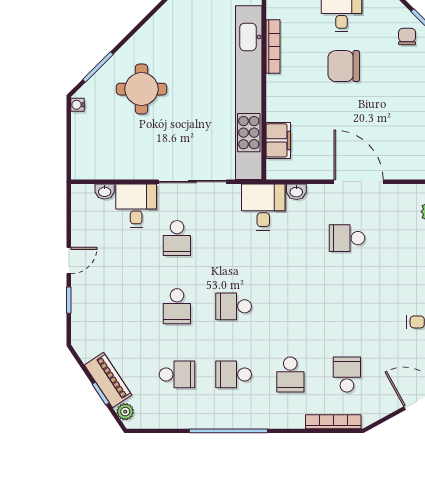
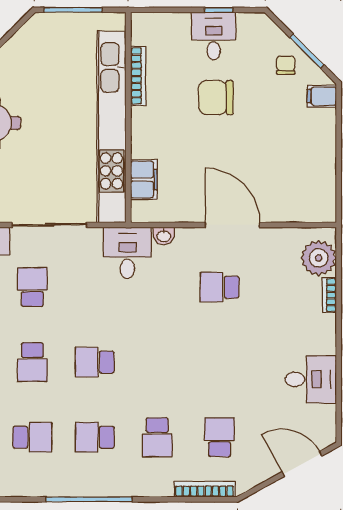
school desk: (177, 238) -> (32, 287), turned 180

